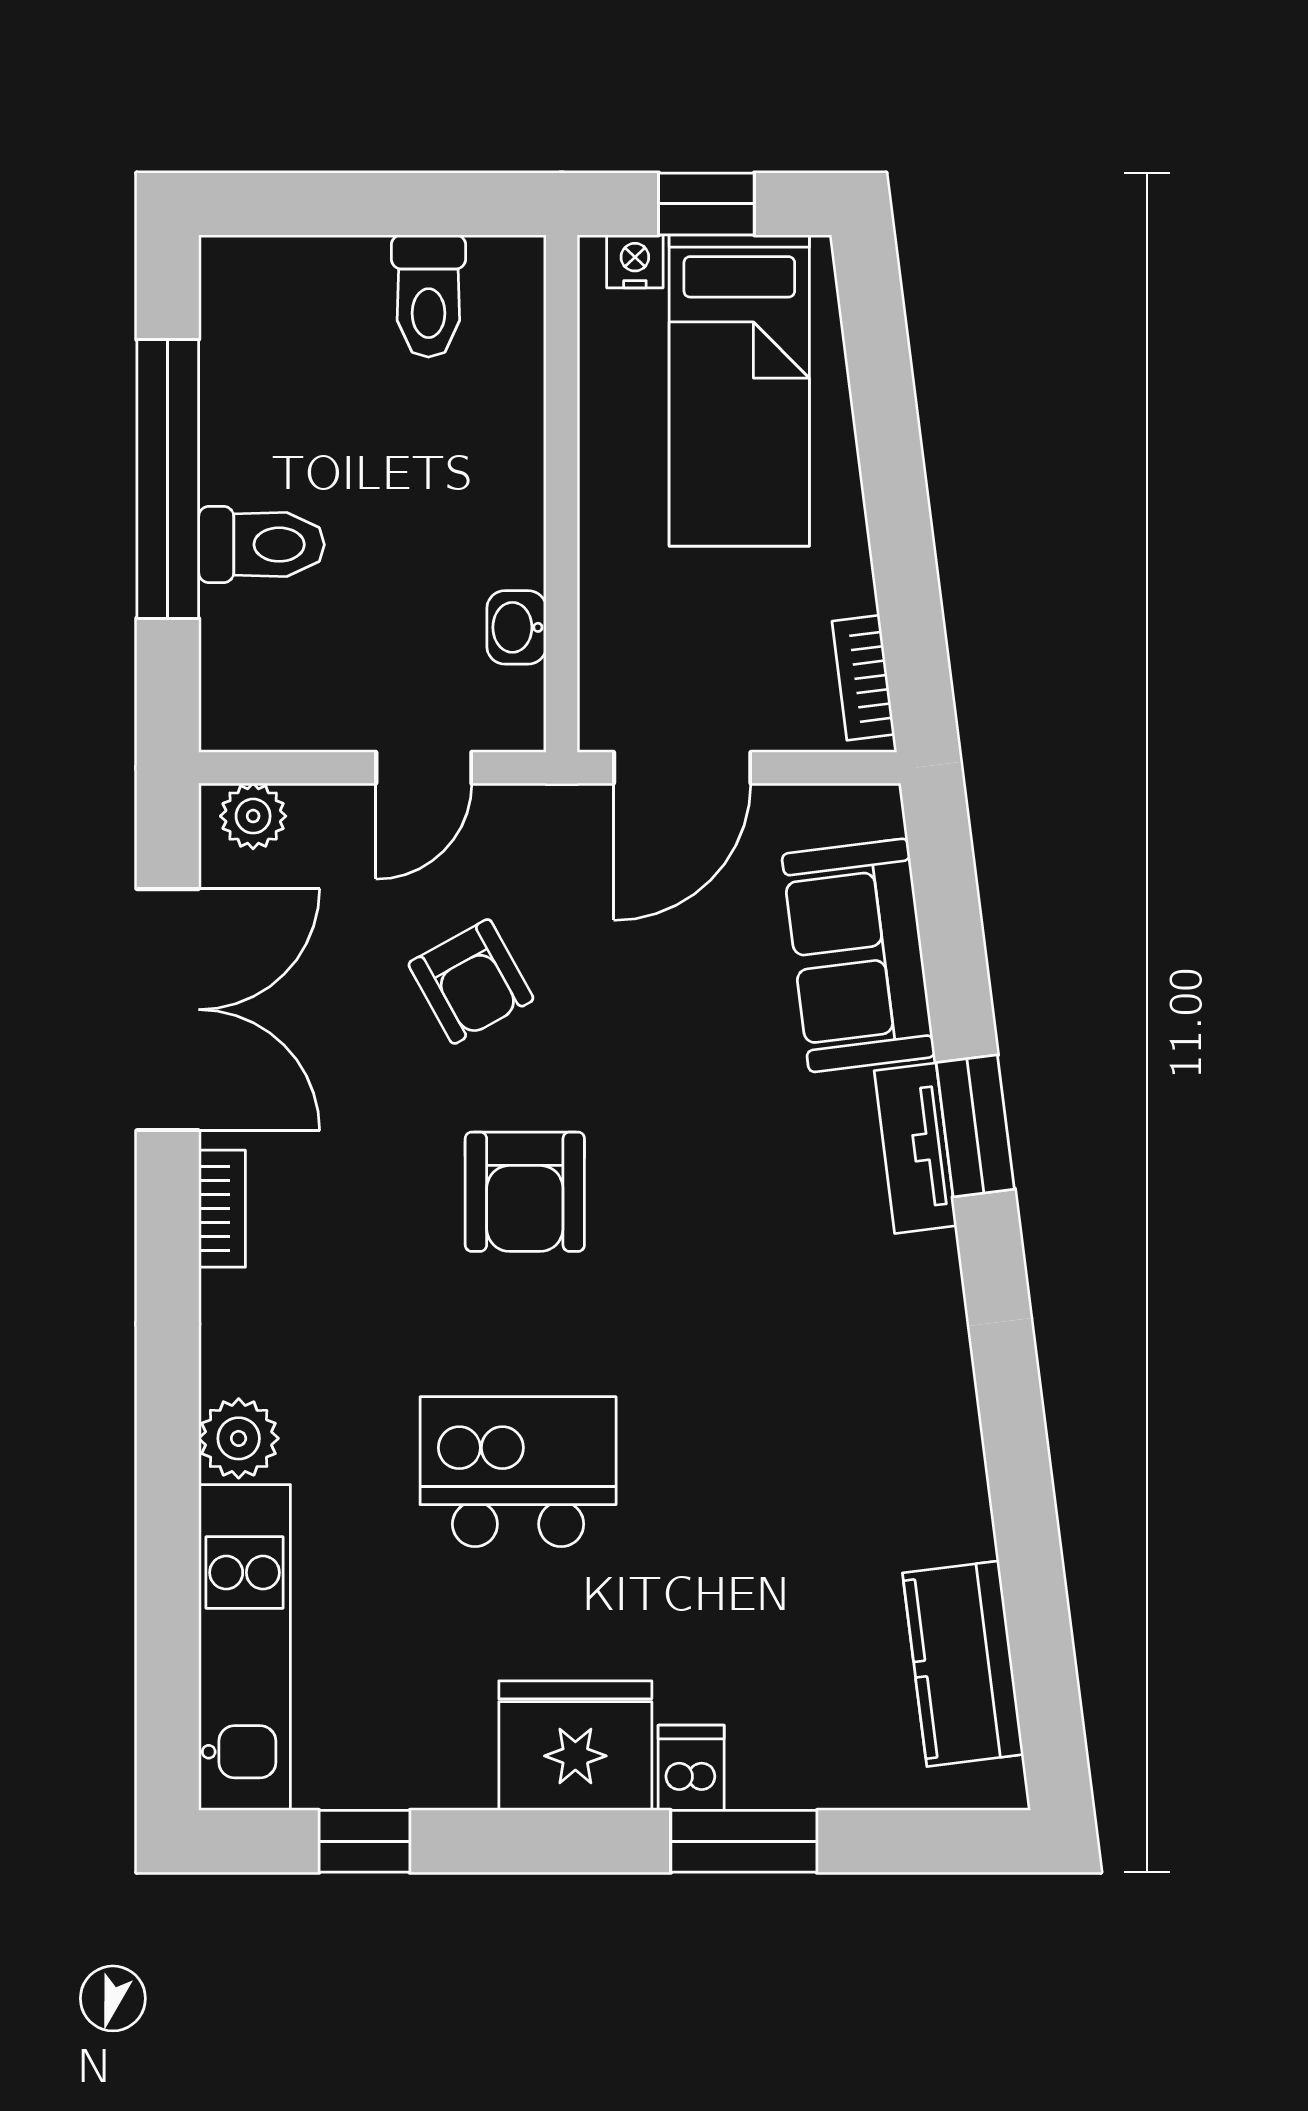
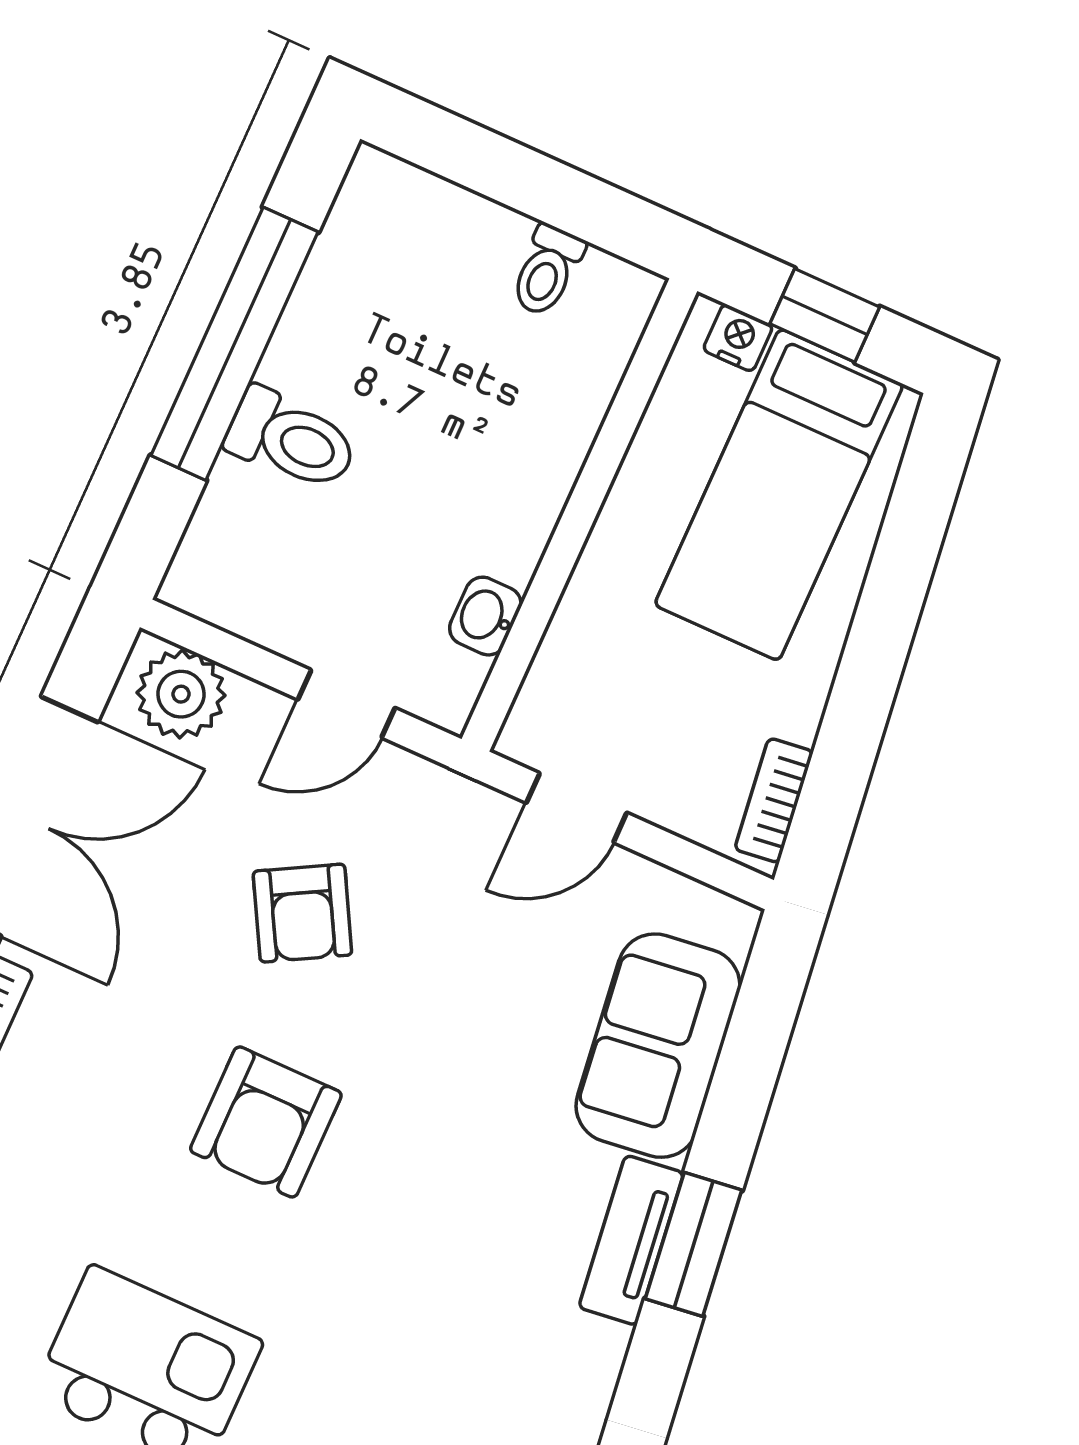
toilet: (428, 296) -> (547, 270), width x0.73, depth x0.72
door: (682, 768) -> (577, 808), width x0.73
plant: (253, 816) -> (181, 694), width x1.38, depth x1.38

